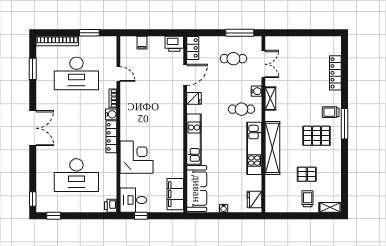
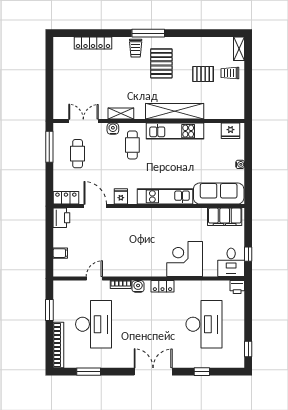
locker: (111, 137) -> (163, 286), width x0.66
pallet: (307, 174) -> (203, 74), turned 90
window: (33, 199) -> (202, 372), moved

